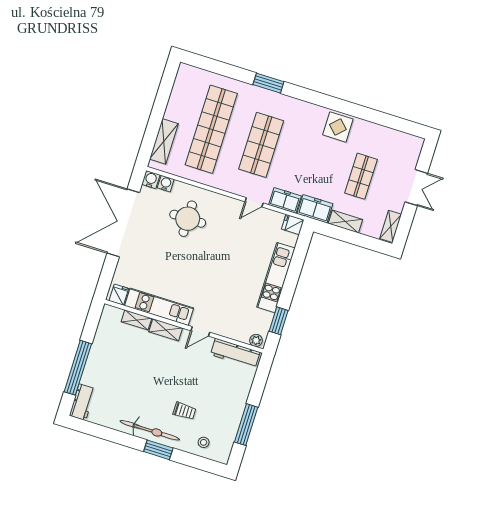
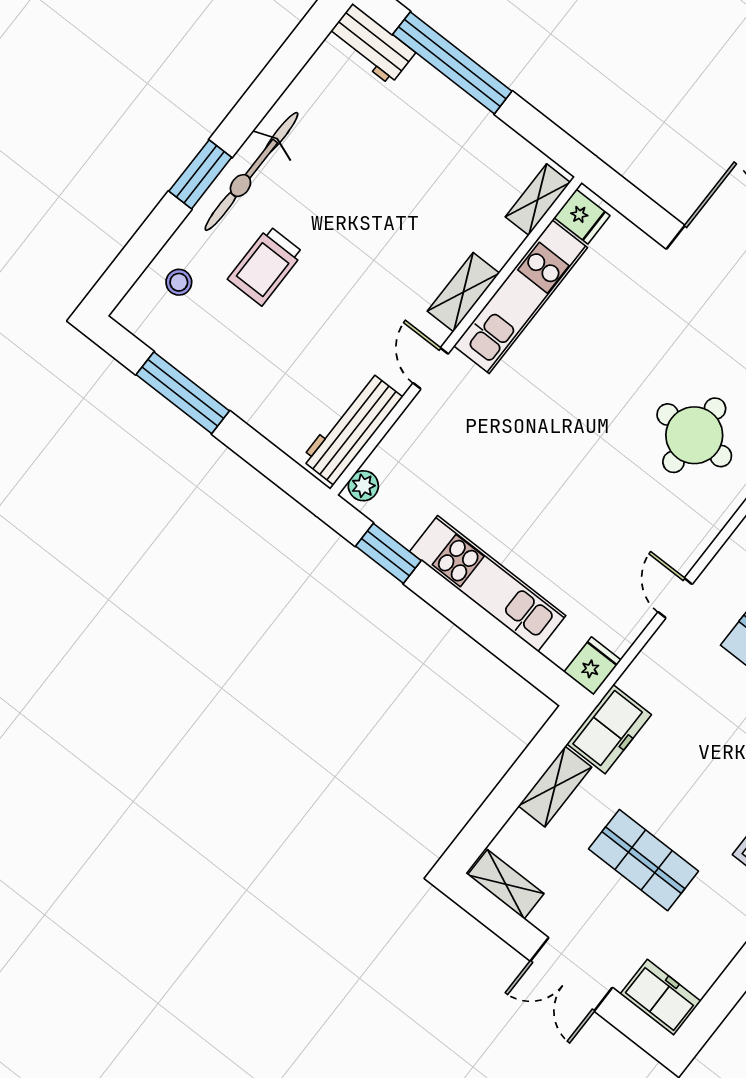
freezer: (285, 200) -> (660, 998), moved, turned -90
shelving: (136, 320) -> (538, 200), moved
trolley: (184, 411) -> (266, 266), width x1.36, depth x1.39

